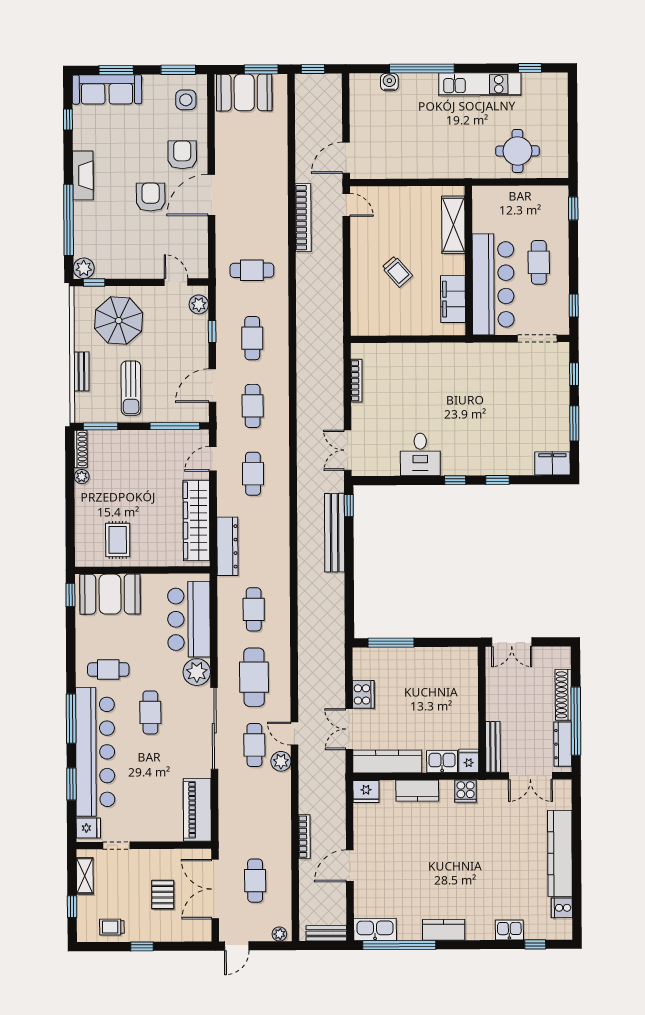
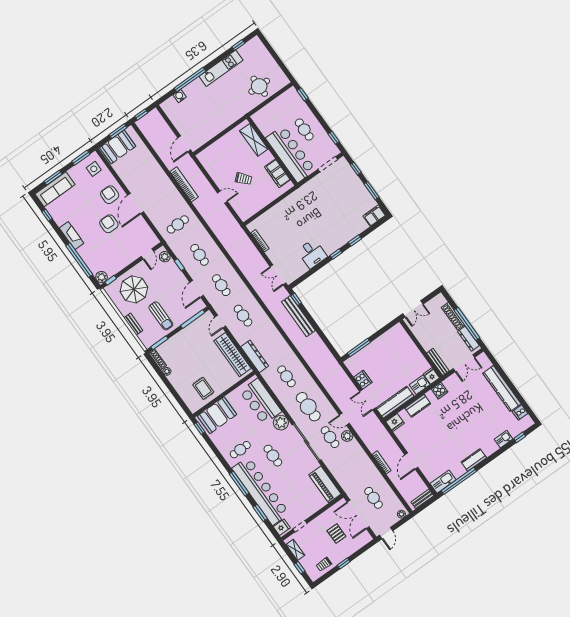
door: (346, 205) -> (222, 197), moved
door: (176, 282) -> (147, 254), swing flipped

